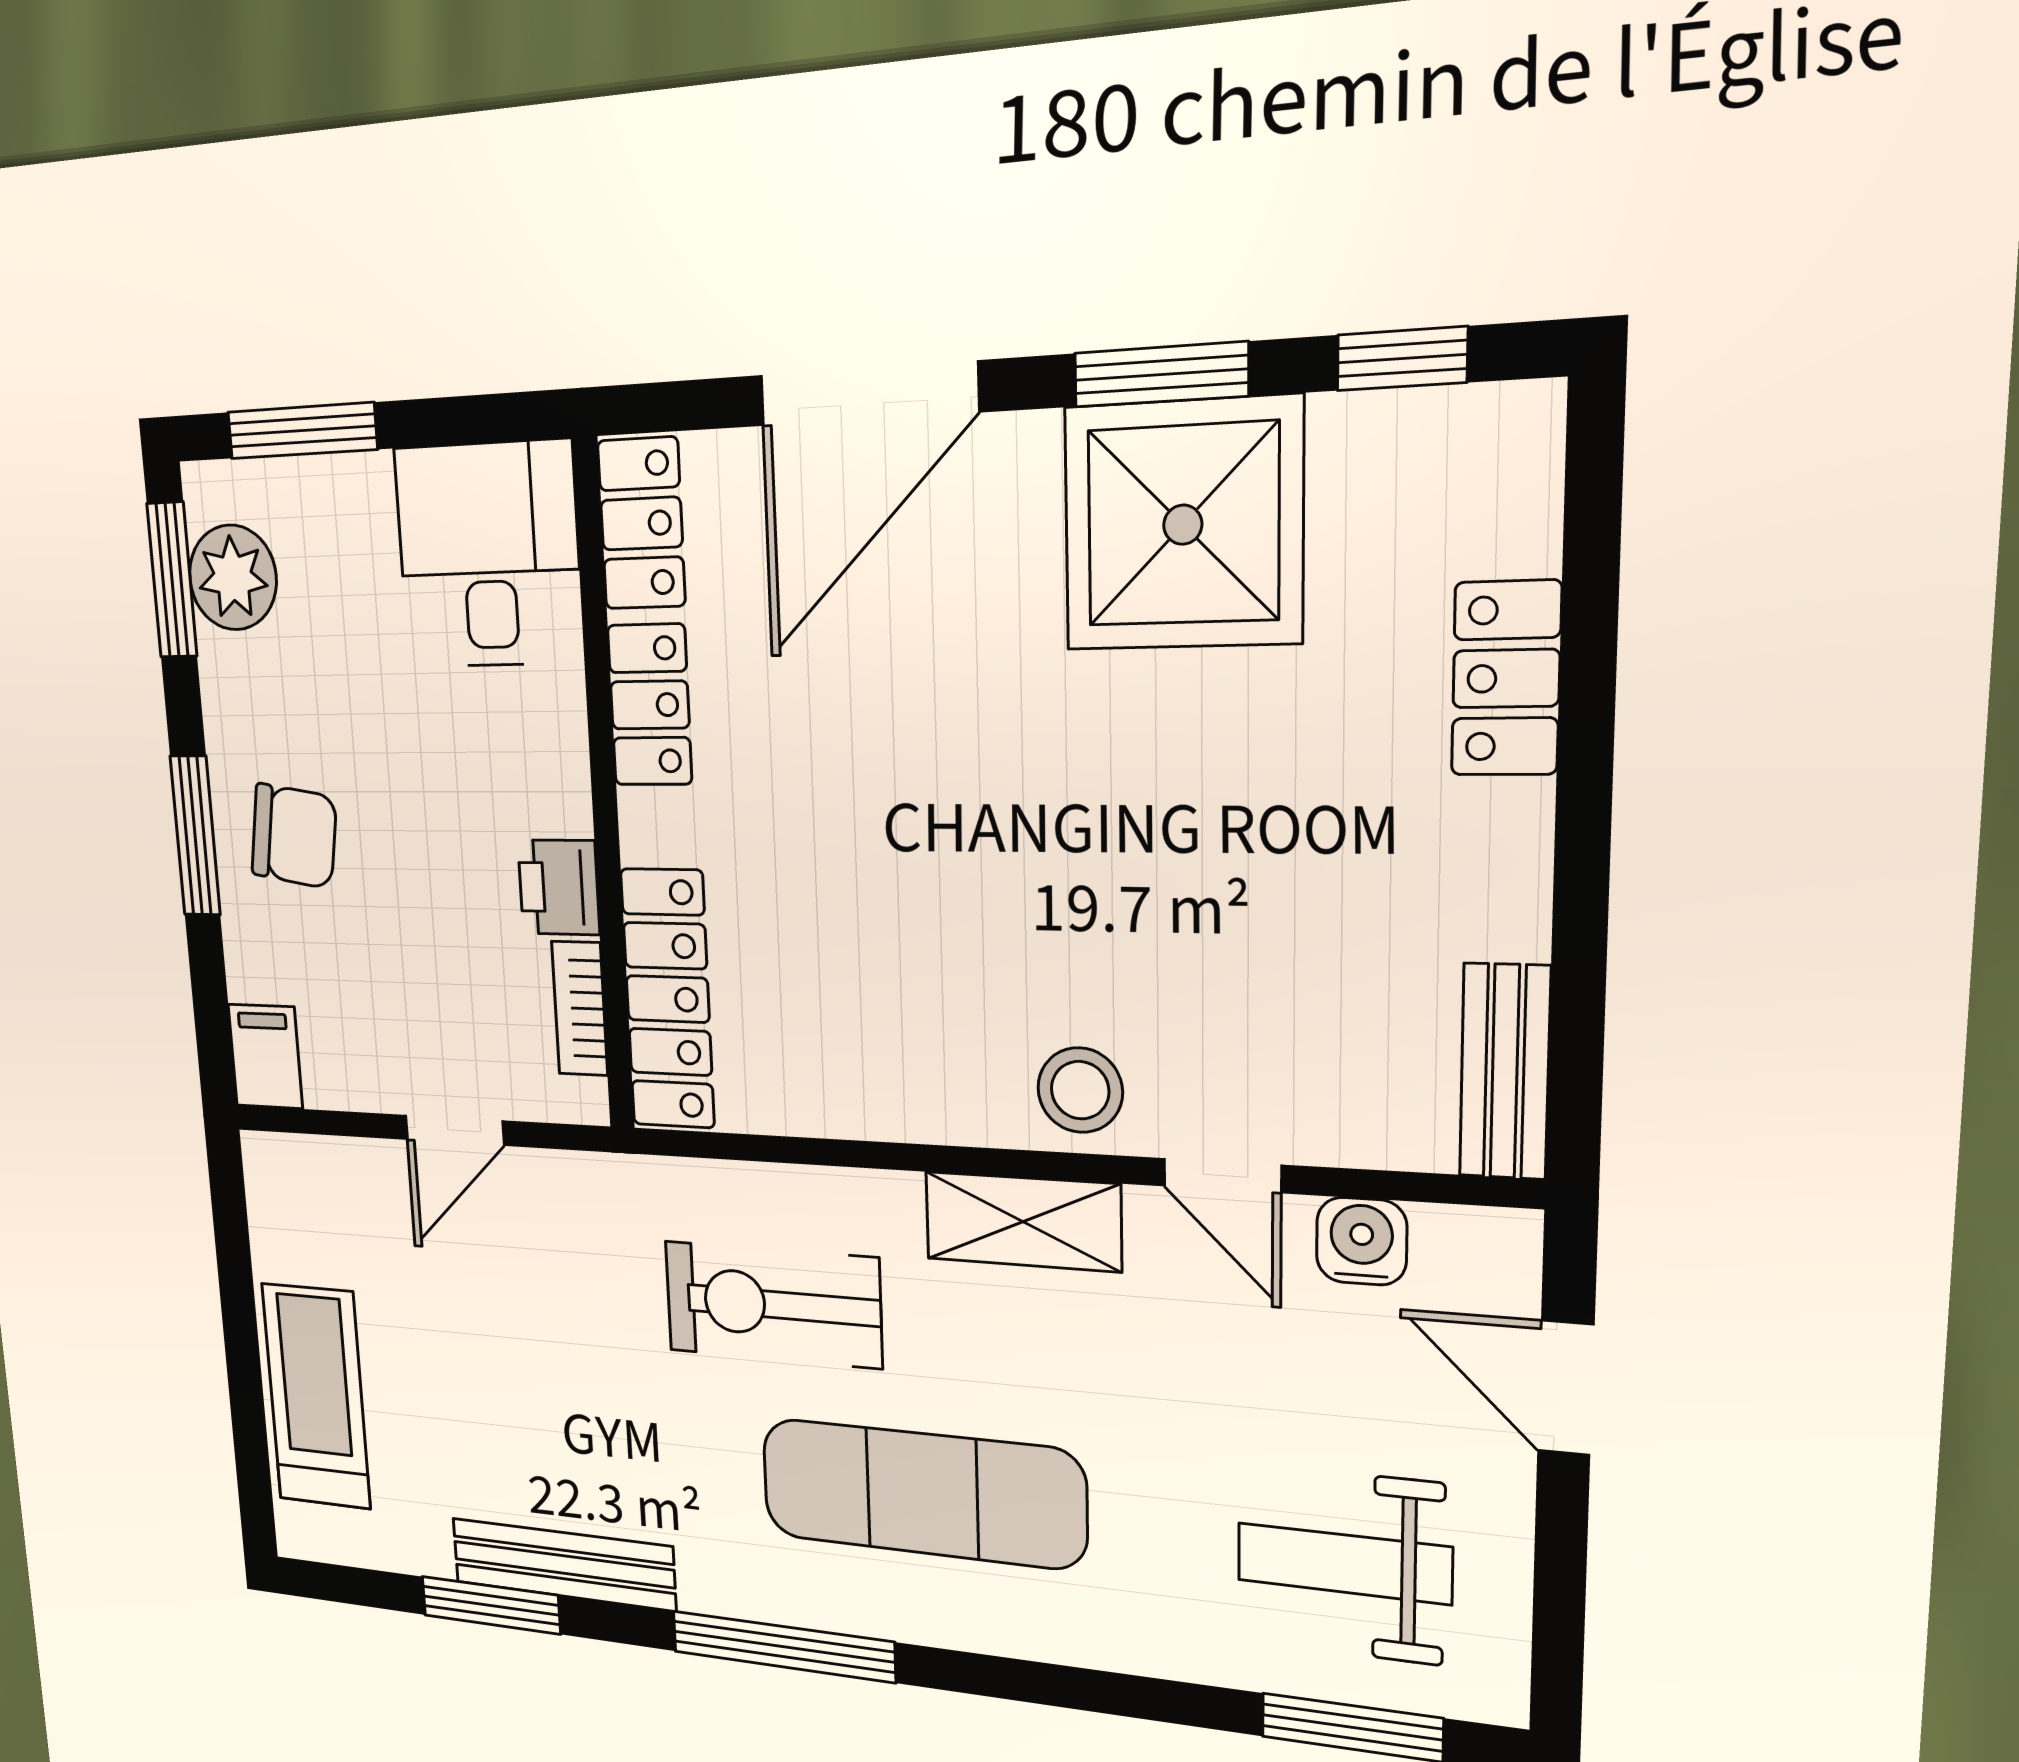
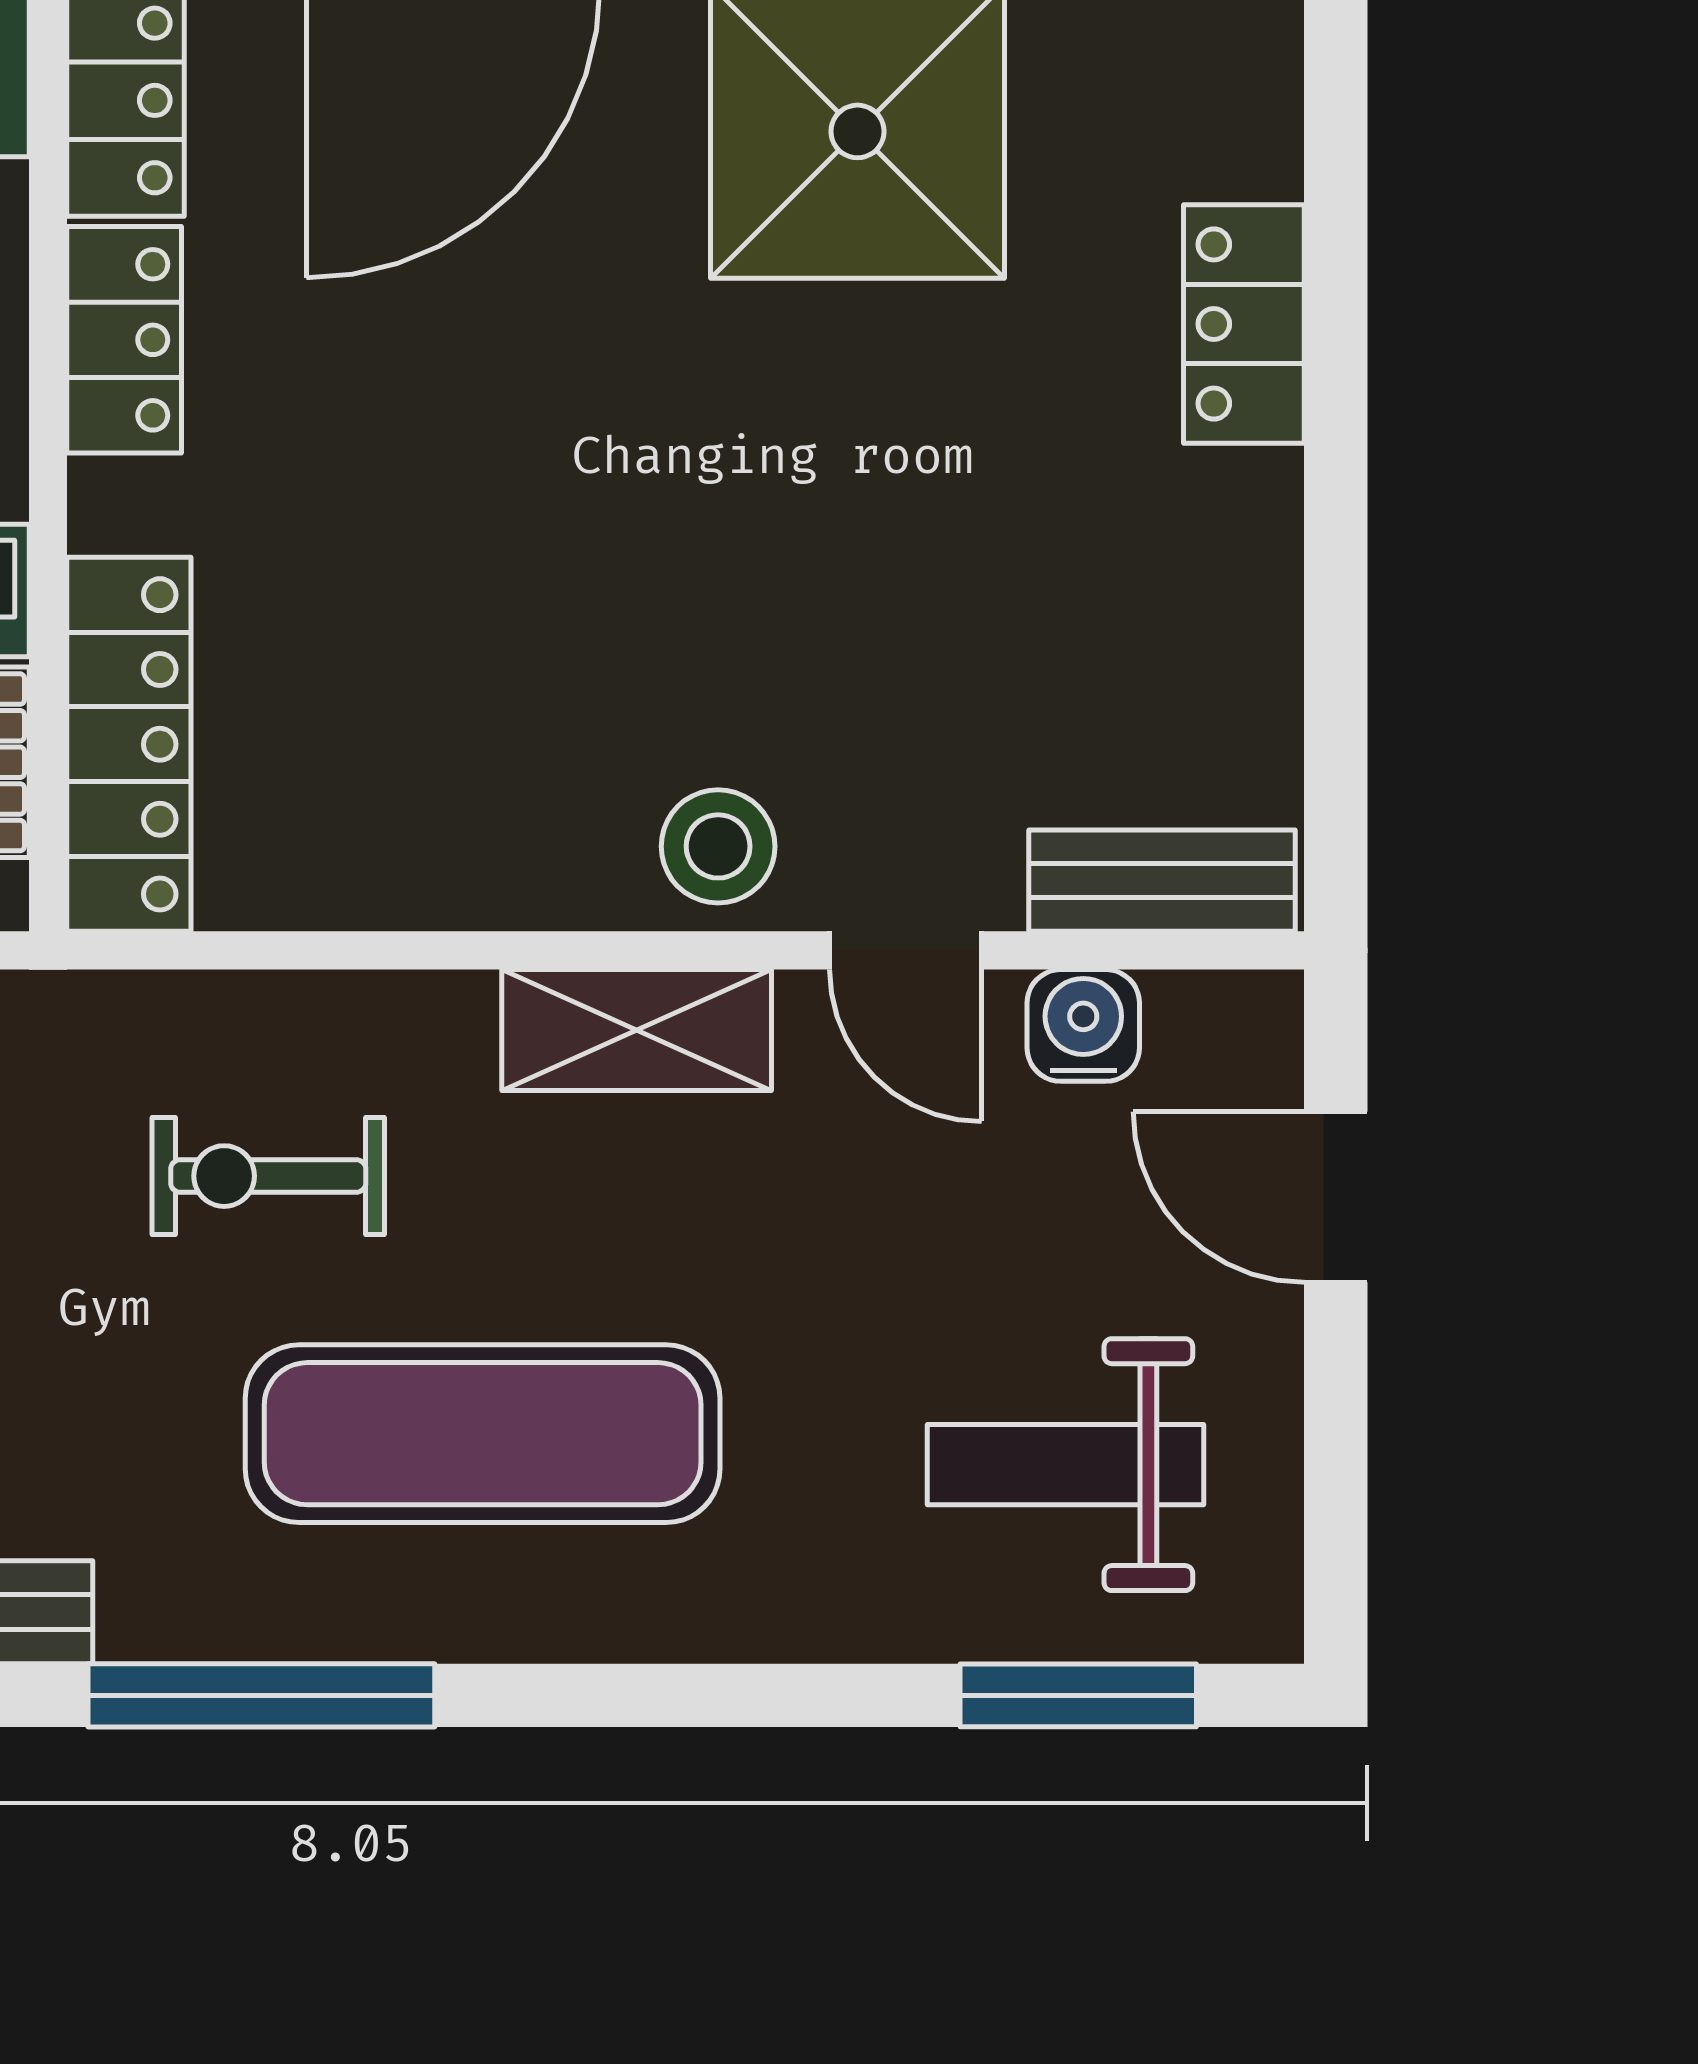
bench: (1505, 1072) -> (1162, 881), moved, turned 90
exercise bike: (773, 1305) -> (268, 1176), width x0.73, depth x0.72

